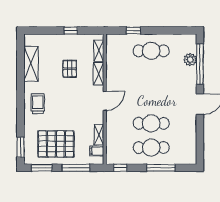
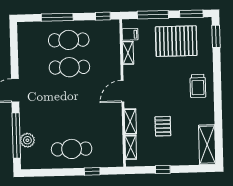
shelving: (31, 64) -> (207, 145), moved

